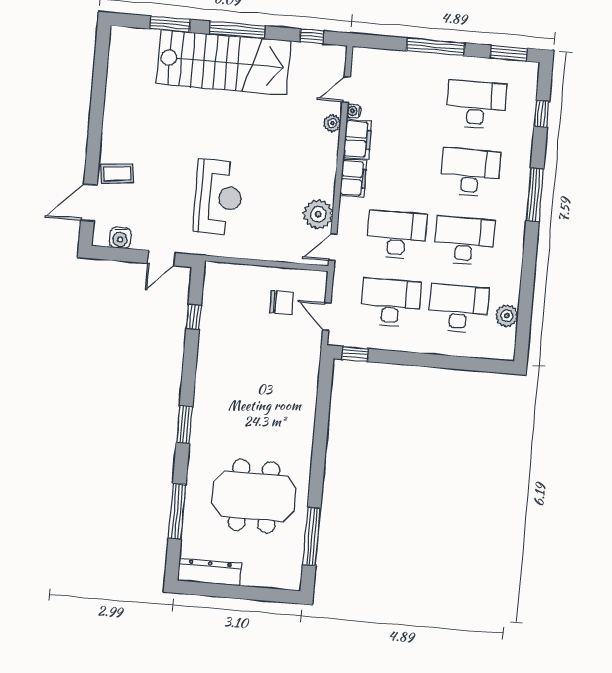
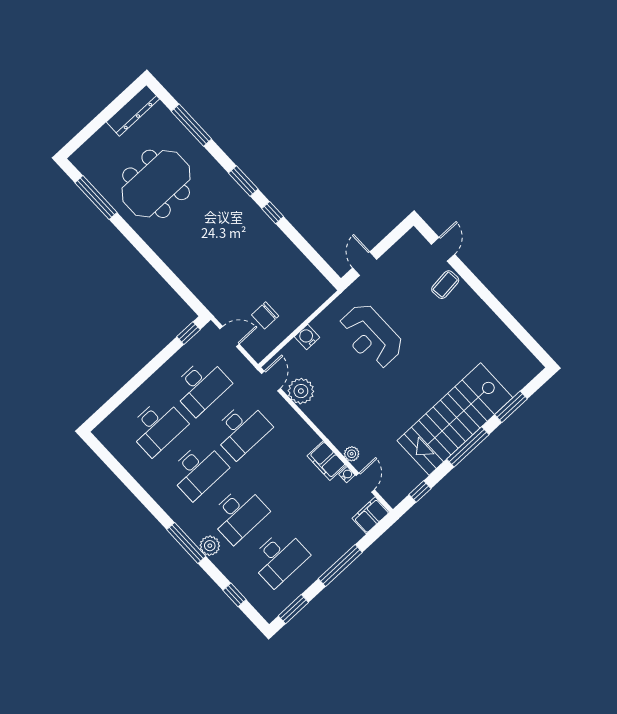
filing cabinet: (353, 178) -> (371, 515), moved, turned 90
door: (89, 203) -> (443, 249), width x0.73
water cooler: (120, 238) -> (307, 337), moved
plant: (507, 316) -> (210, 546), moved
window: (194, 317) -> (273, 213), moved

